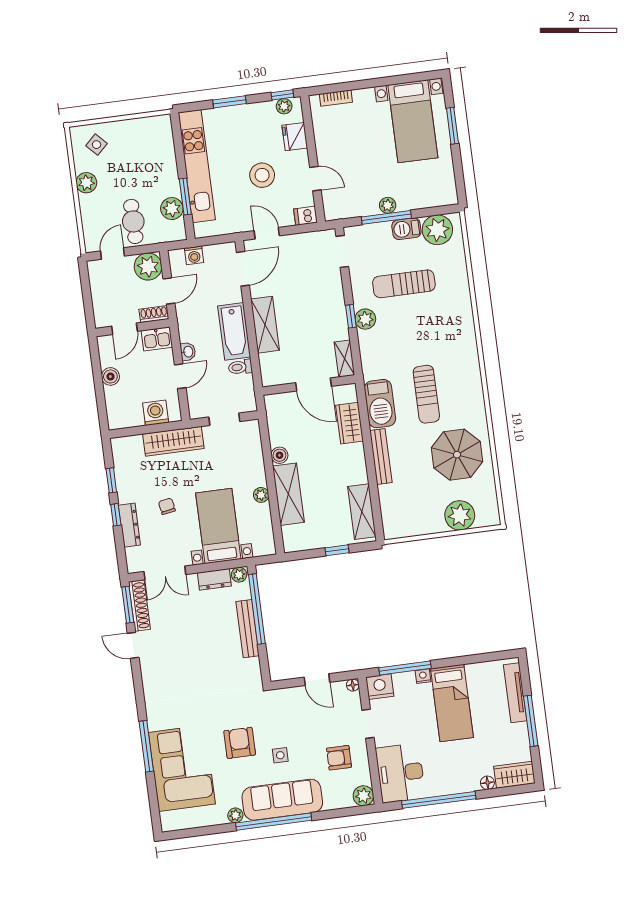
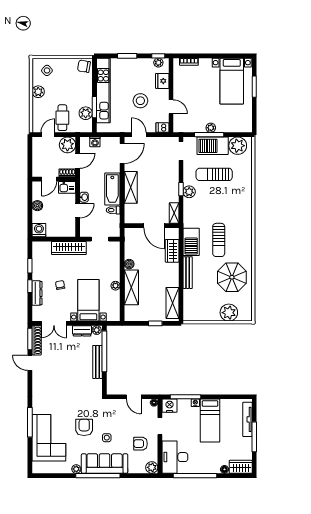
chair: (158, 129) -> (84, 66), added
barbecue: (406, 229) -> (213, 146), width x1.88, depth x1.53
washing machine: (156, 413) -> (39, 230), moved

